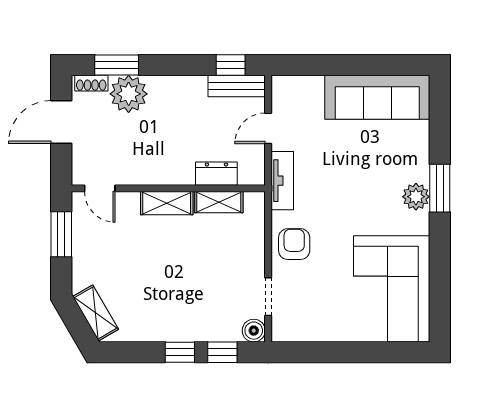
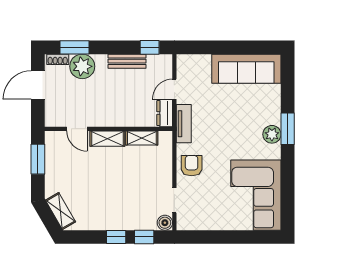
bench: (237, 86) -> (127, 61), moved
dresser: (216, 174) -> (165, 113), moved, turned -90
door: (100, 188) -> (77, 129), moved

